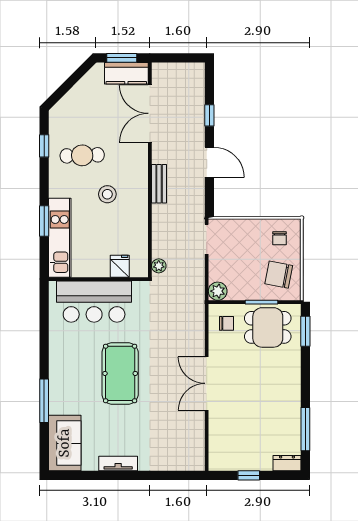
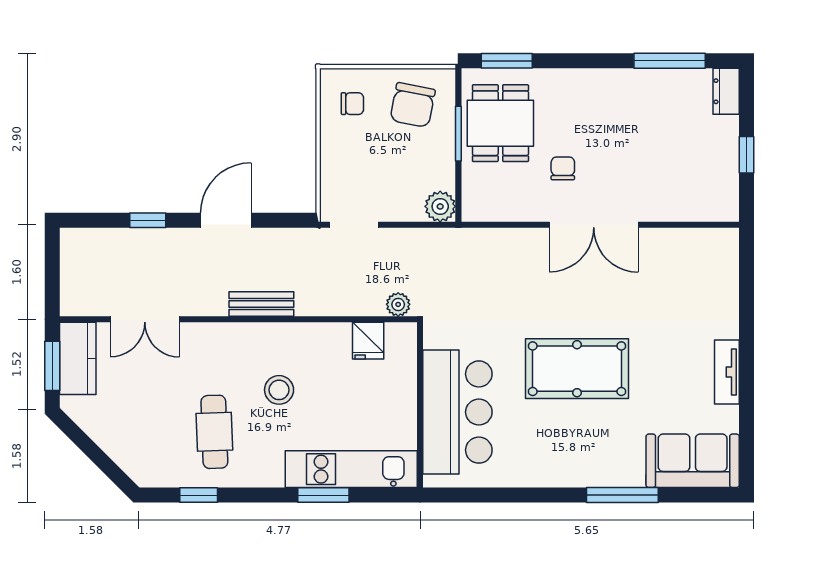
double door: (150, 113) -> (145, 319), width x0.73
fridge: (120, 266) -> (368, 341), moved, turned -90
chair: (227, 323) -> (563, 168), moved

